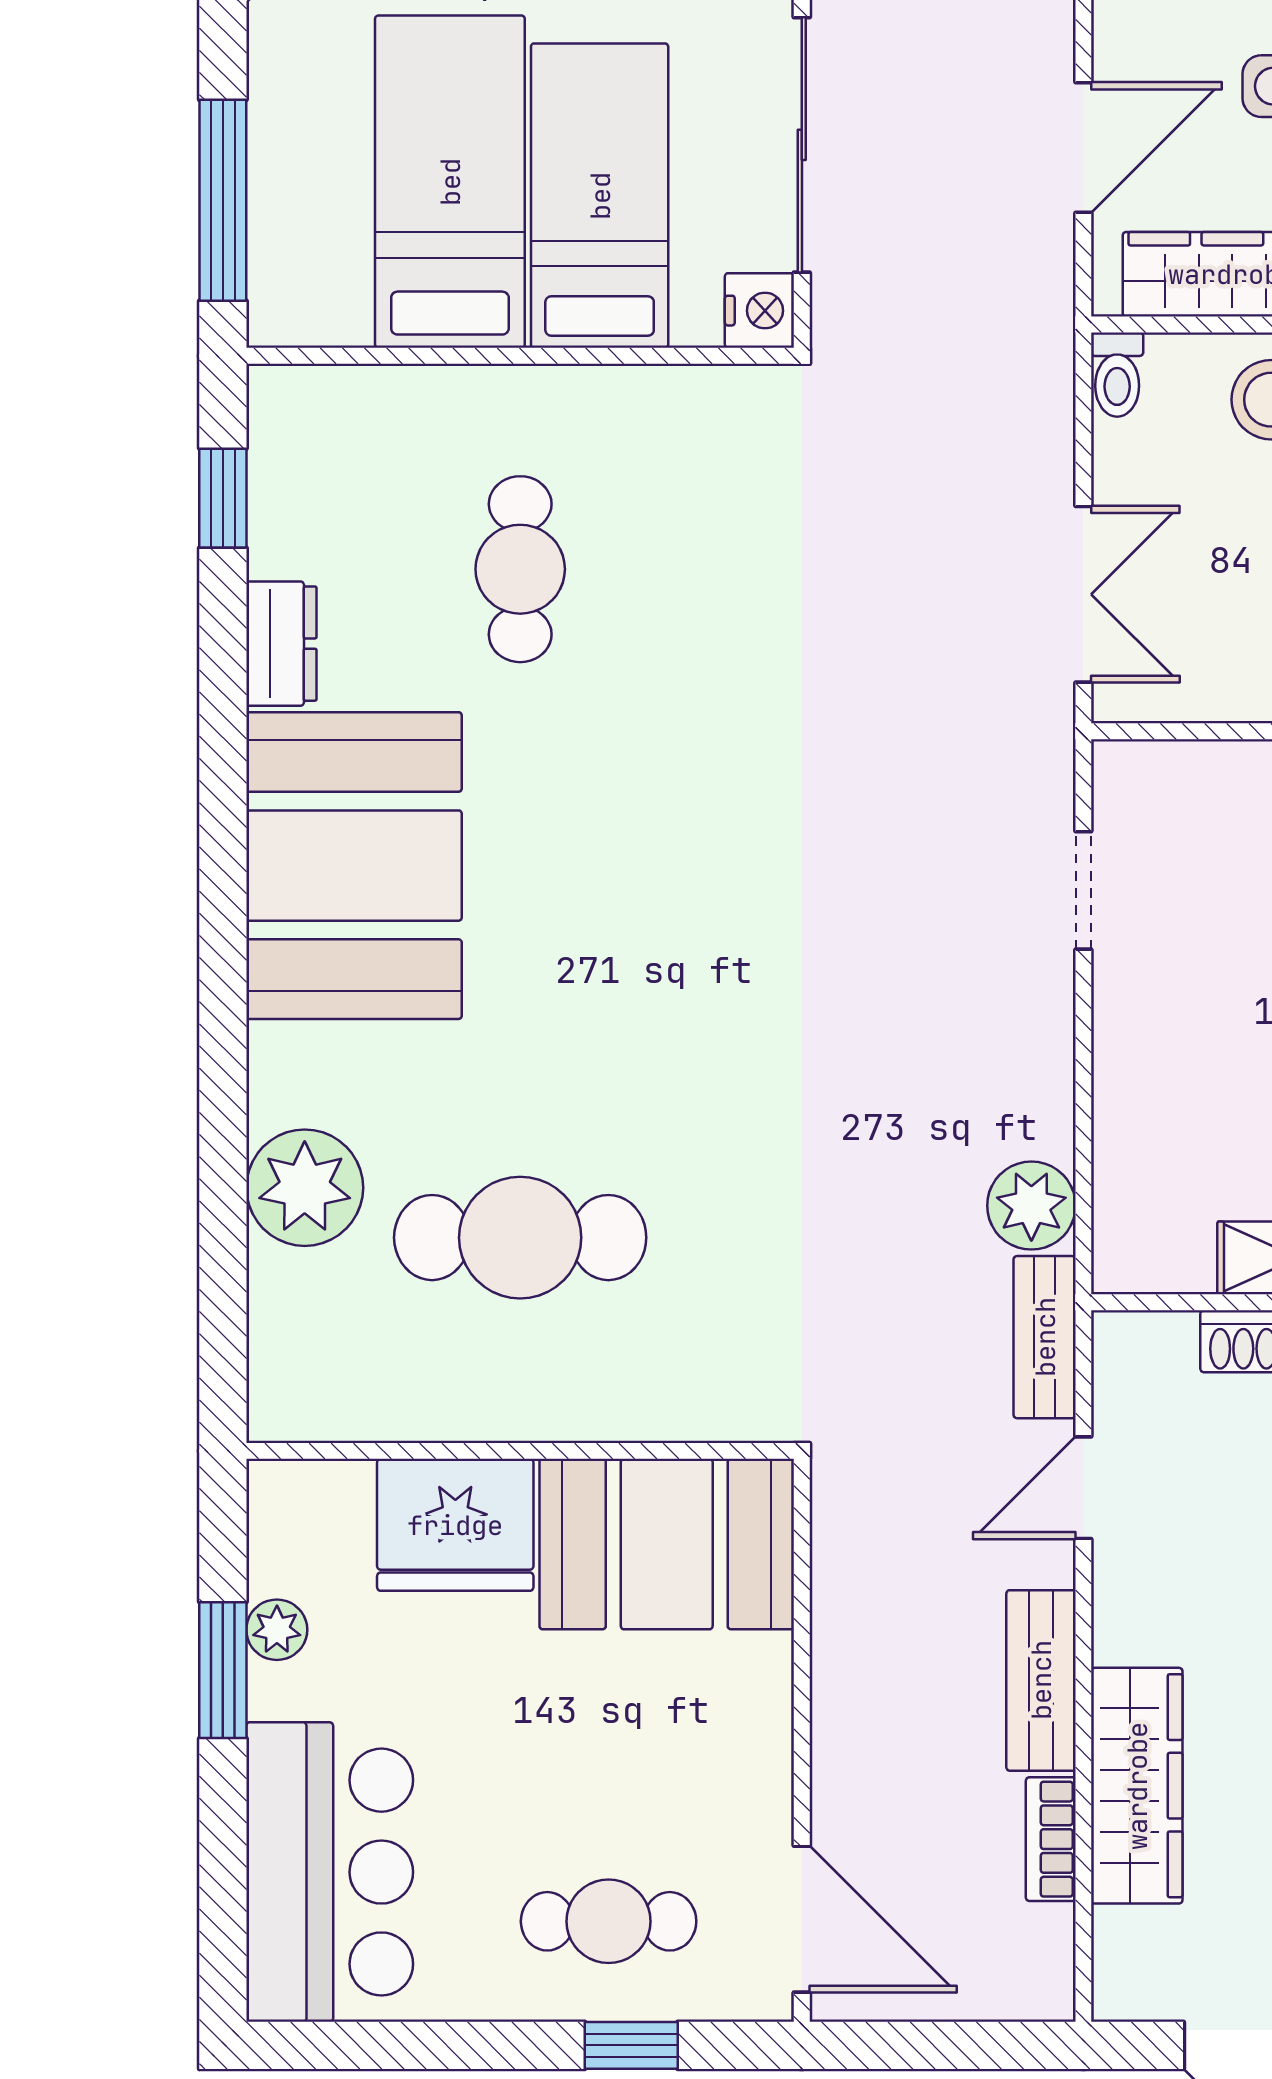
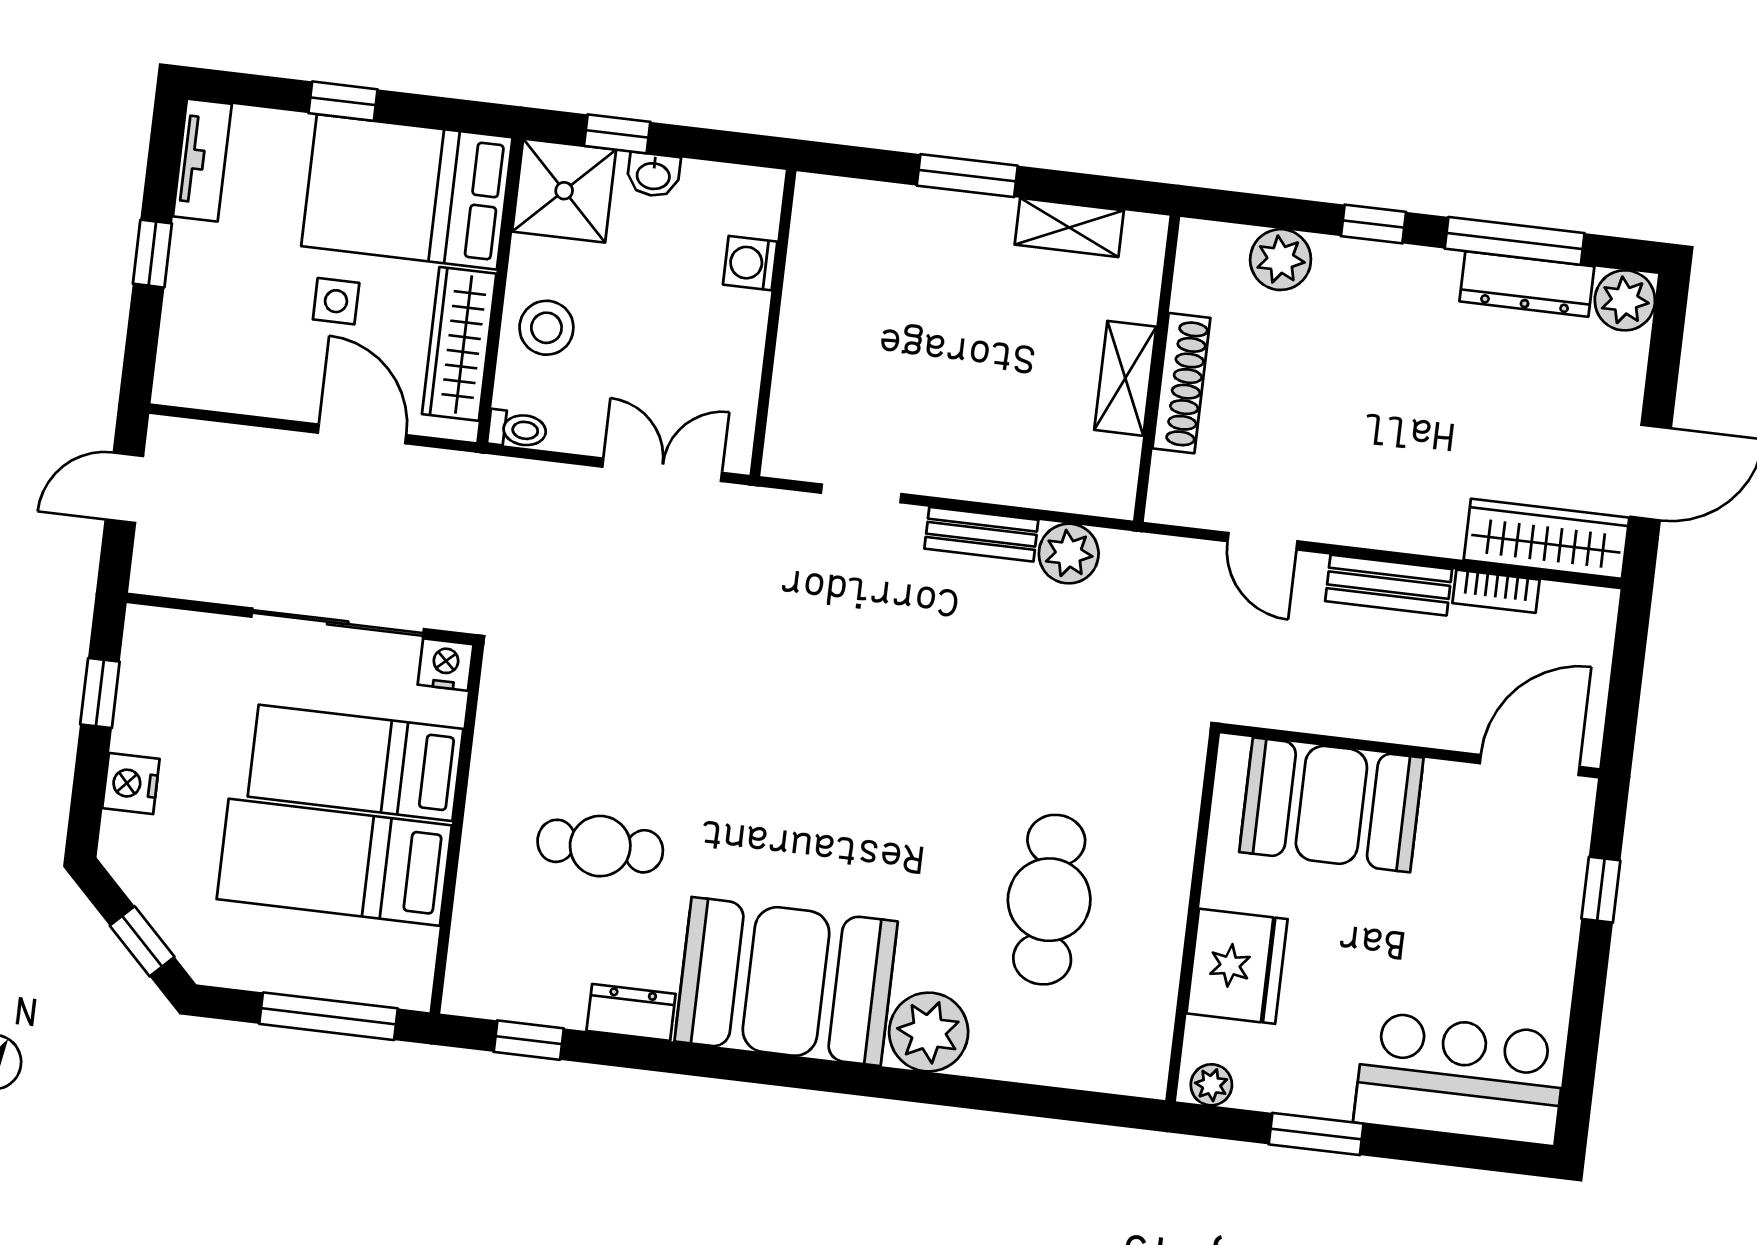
plant: (305, 1188) -> (929, 1032), moved
bench: (1045, 1337) -> (981, 534), moved
booth: (667, 1544) -> (1331, 805), moved, turned 90
plant: (277, 1630) -> (1211, 1085), moved
wardrobe: (1137, 1786) -> (1546, 539), moved
cafe table: (609, 1921) -> (1516, 895), removed

